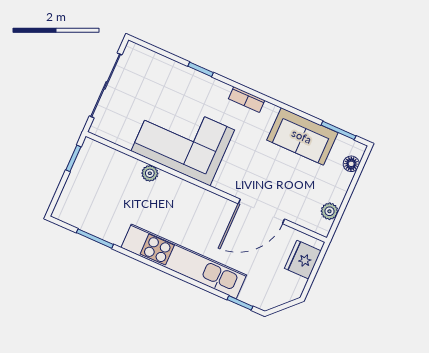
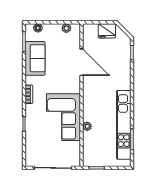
fridge: (303, 260) -> (107, 31), moved
kitchen unit: (184, 261) -> (124, 125), moved

